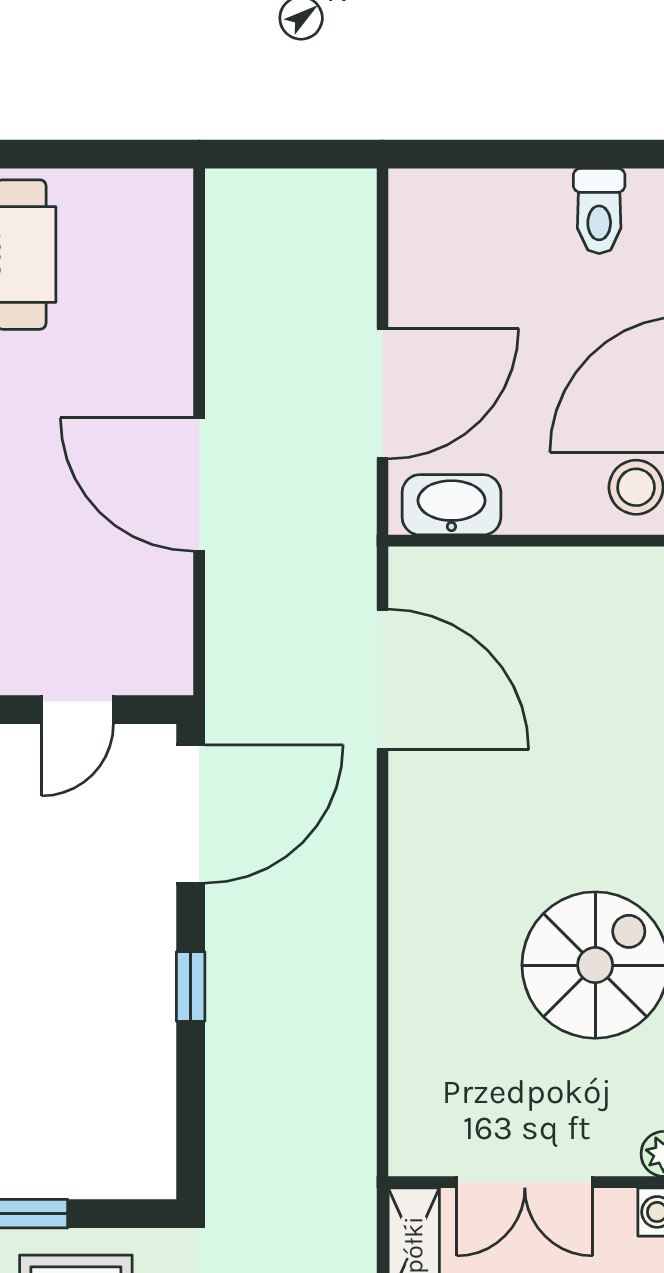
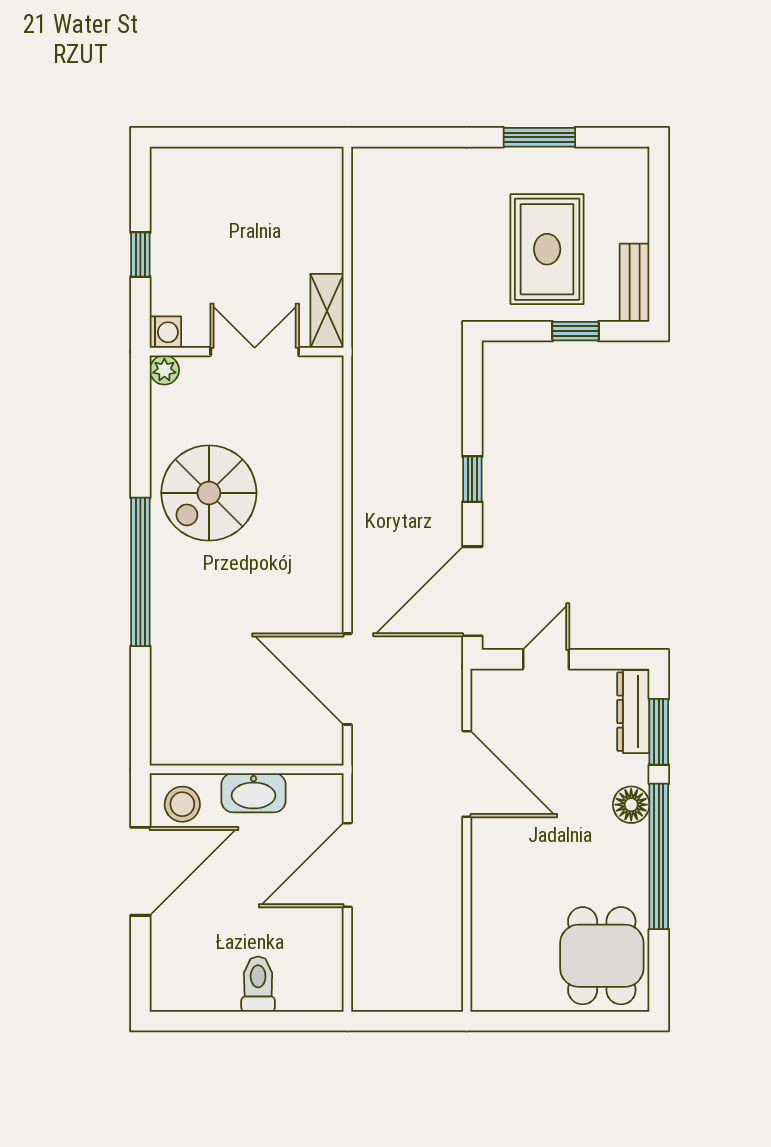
toilet: (599, 211) -> (258, 984), moved
door: (199, 485) -> (467, 774), moved
washbasin: (451, 505) -> (254, 793), moved

